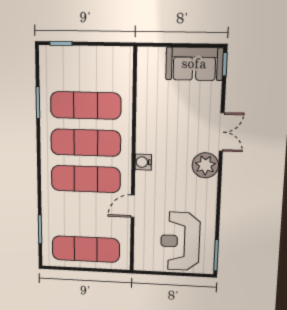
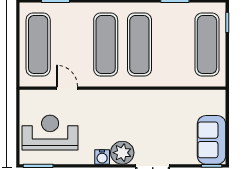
exercise mat: (86, 105) -> (207, 45), moved
water cooler: (143, 162) -> (102, 157), moved, turned 180
door: (133, 206) -> (67, 88), moved

